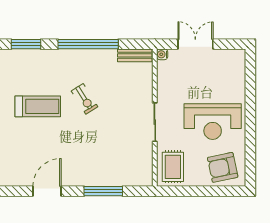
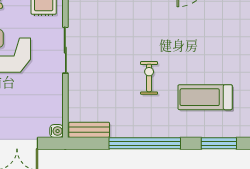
exercise bike: (85, 99) -> (149, 78), turned 32
treadmill: (38, 106) -> (205, 97), moved

